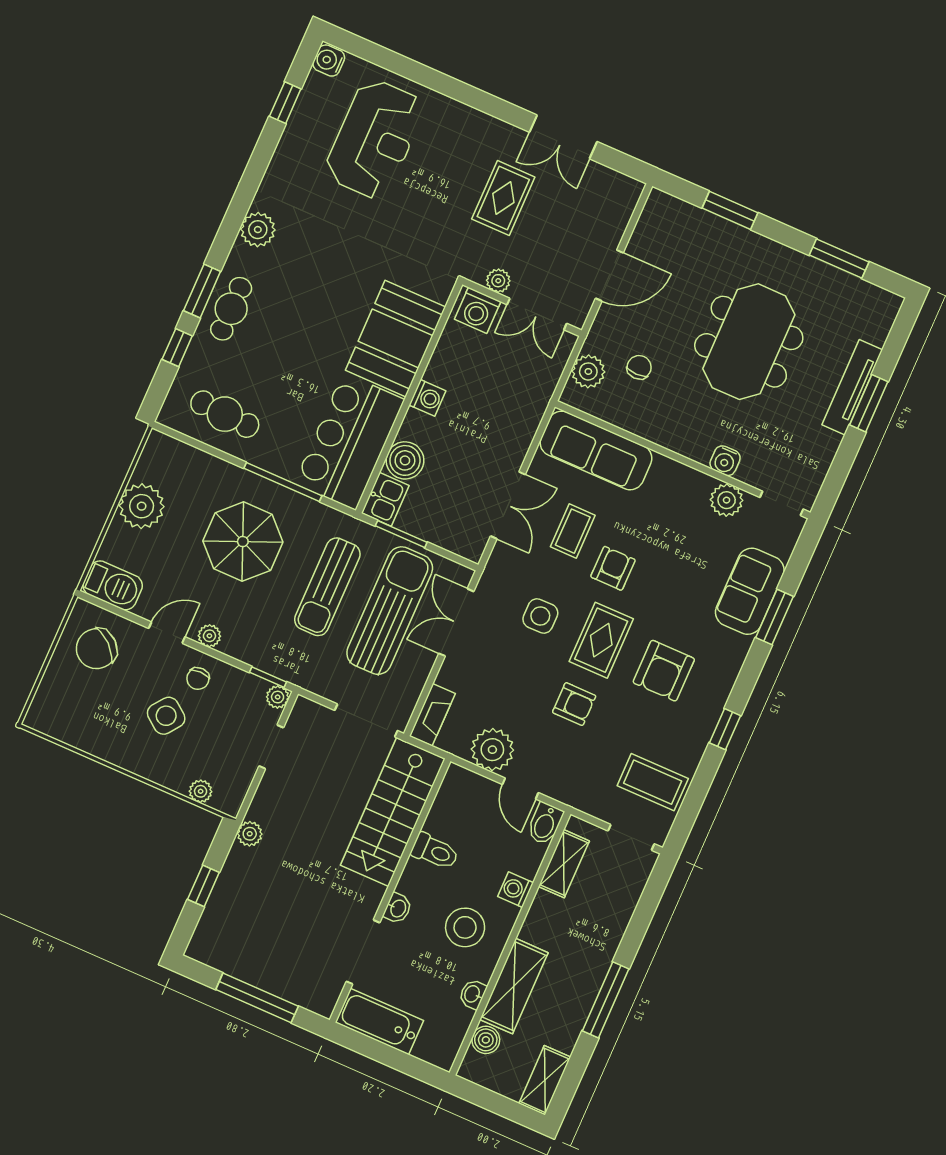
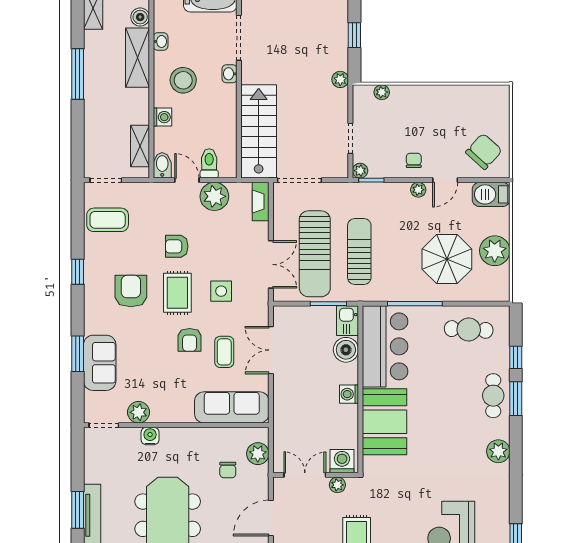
parasol: (243, 542) -> (447, 259), moved
side table: (166, 716) -> (423, 129), removed
toilet: (435, 851) -> (209, 163), moved, turned 90

